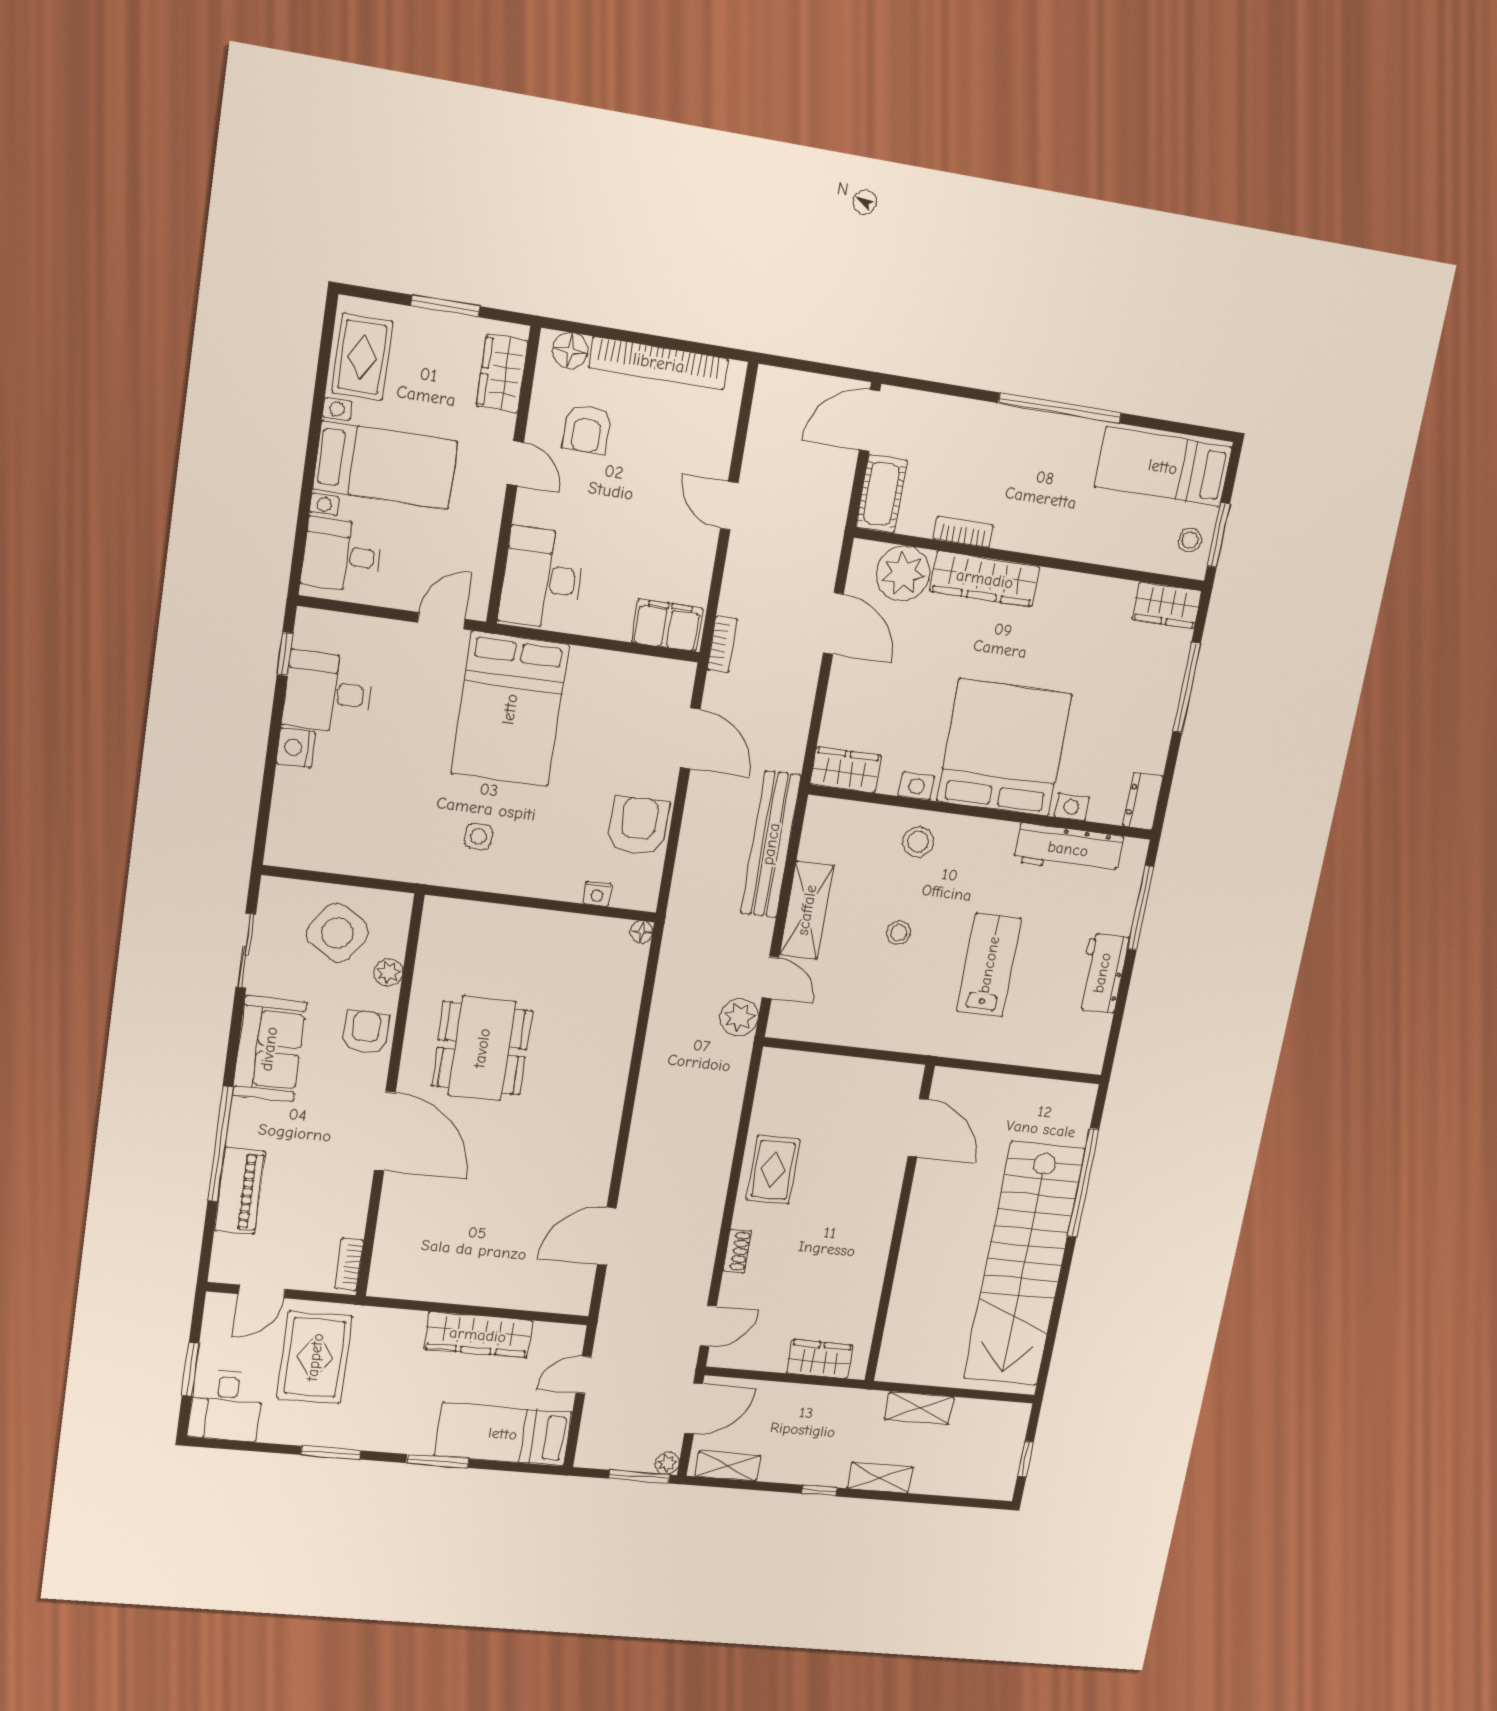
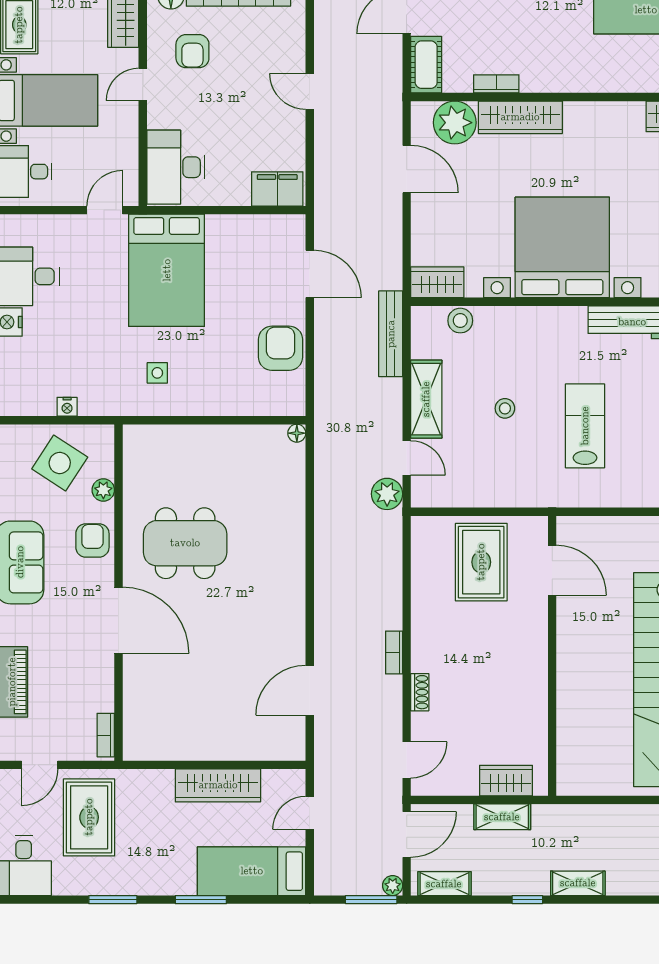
door: (515, 463) -> (143, 84), swing flipped
bookcase: (722, 644) -> (394, 653), moved, turned 180
stool: (918, 842) -> (460, 321), moved
bench: (771, 844) -> (391, 334), width x0.73, depth x0.82
nightstand: (597, 894) -> (67, 407), moved
dining table: (482, 1048) -> (185, 543), turned 90
rug: (773, 1170) -> (481, 562), moved, width x1.36, depth x1.43
shelving: (919, 1408) -> (502, 817), moved

